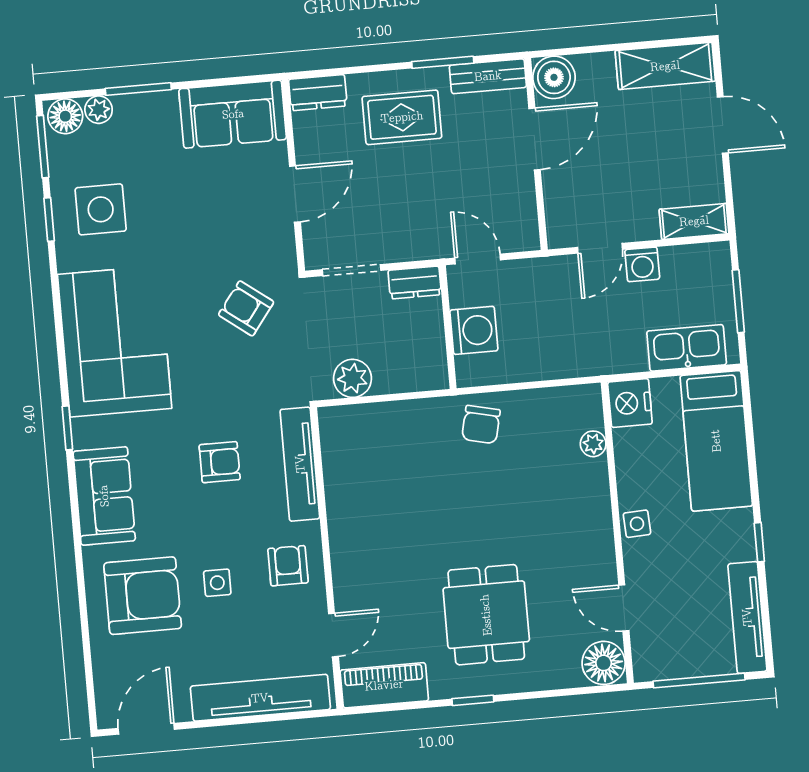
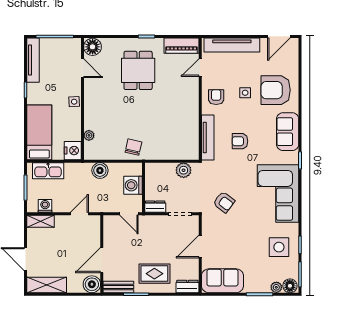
washing machine: (642, 264) -> (45, 206), moved
boiler: (559, 360) -> (100, 170), added
armchair: (288, 566) -> (216, 97), turned 180

